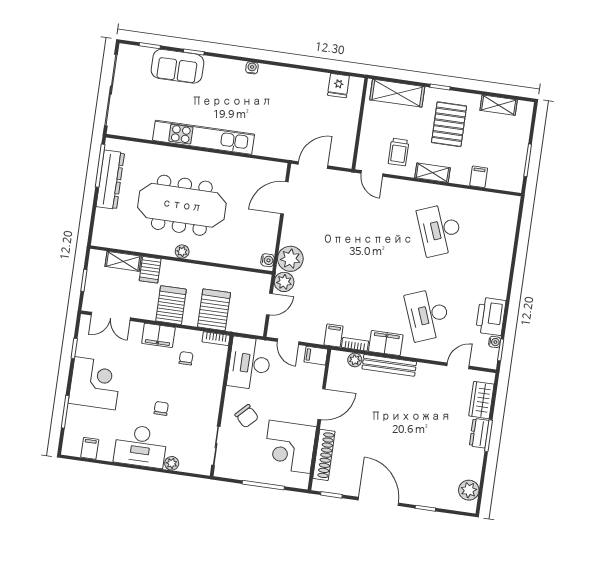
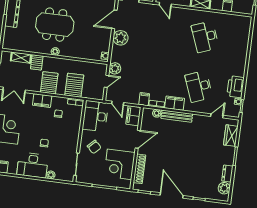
meeting table: (182, 205) -> (55, 25), width x0.73
plant: (290, 259) -> (121, 38), moved
filing cabinet: (316, 356) -> (133, 116), width x2.00
dresser: (479, 433) -> (227, 174), moved

